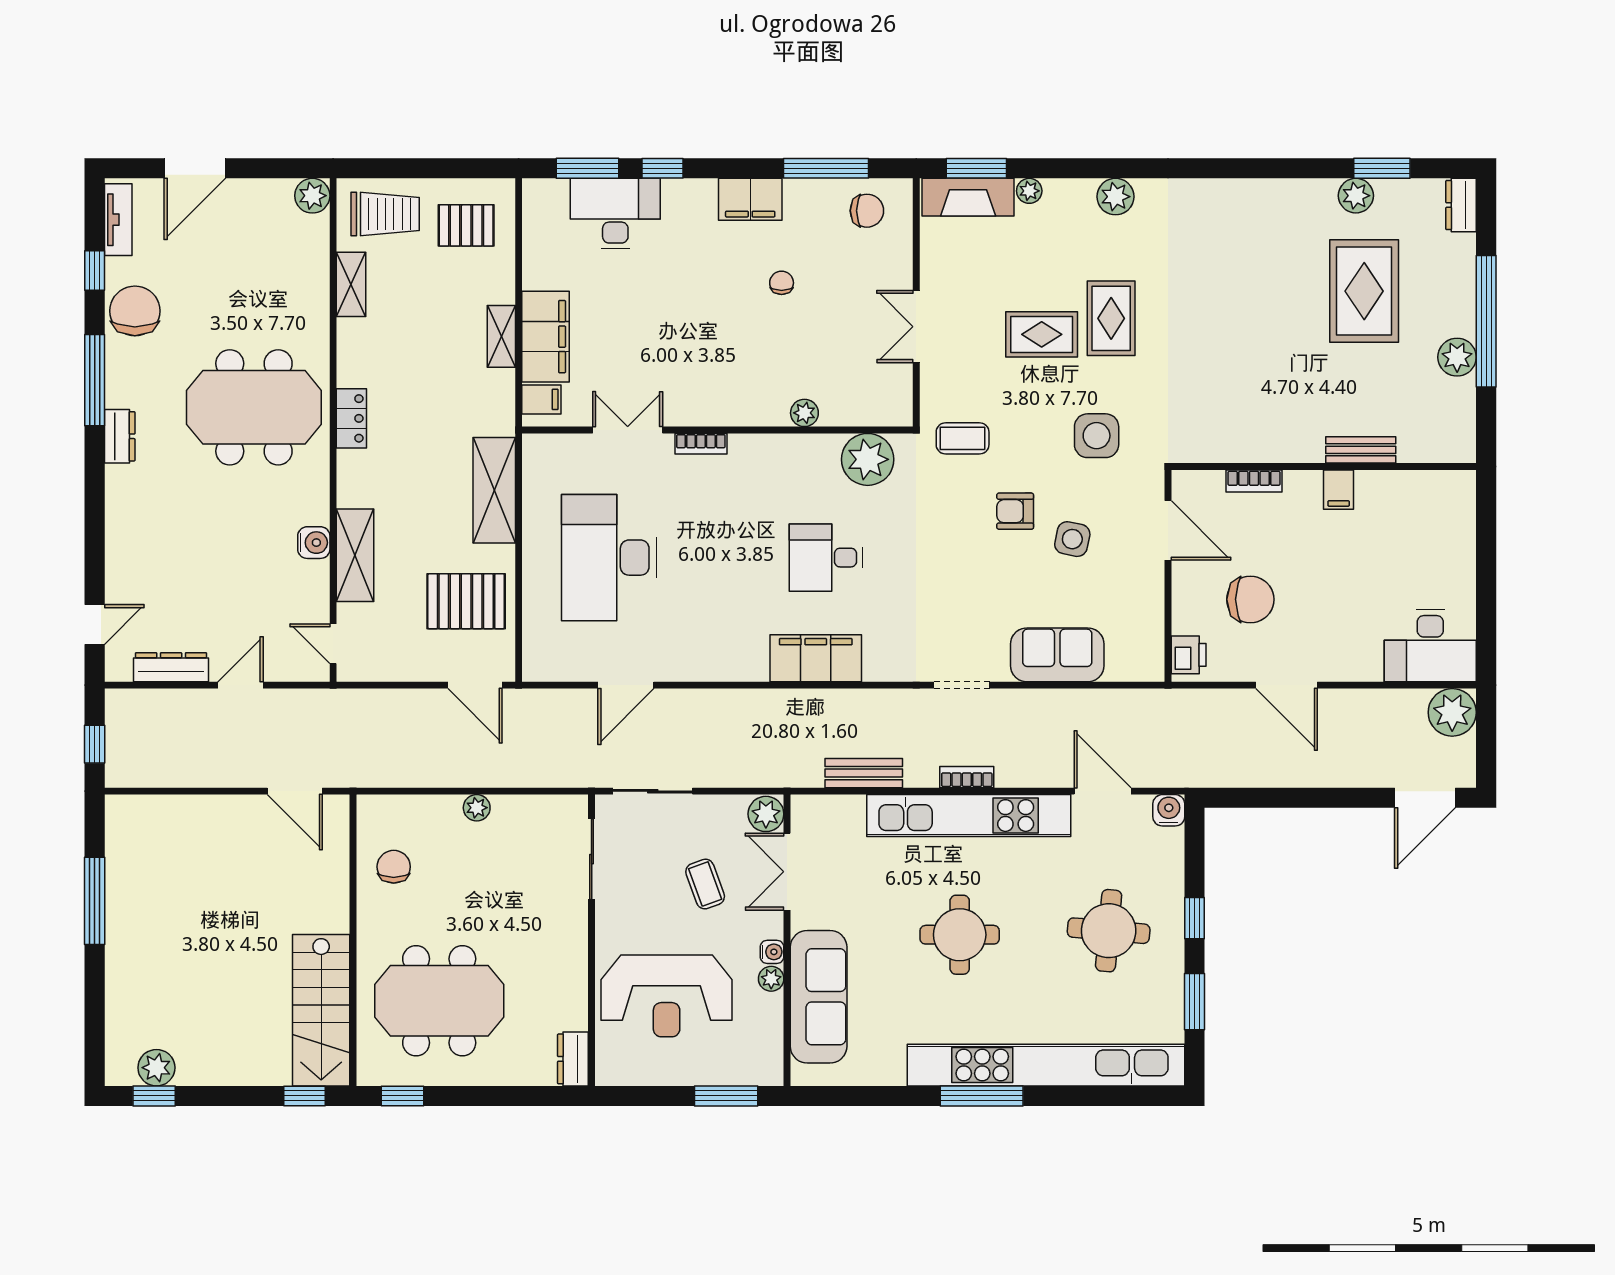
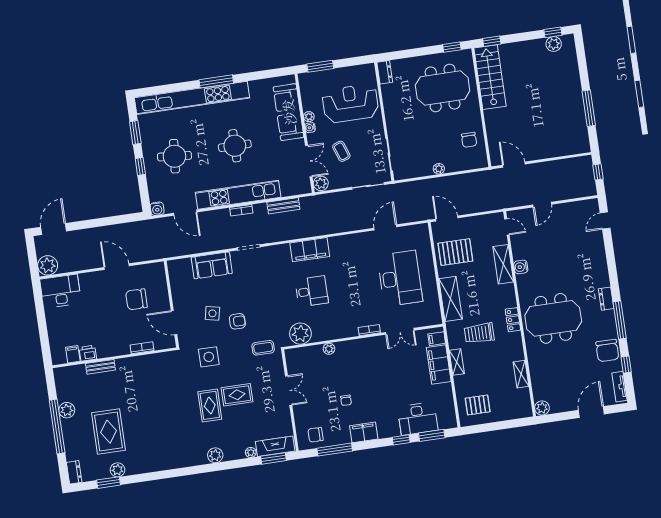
trolley: (385, 214) -> (479, 333), moved
filing cabinet: (1339, 490) -> (73, 354), moved
printer: (1189, 655) -> (88, 353), moved, turned 90
dresser: (171, 667) -> (571, 208), removed

